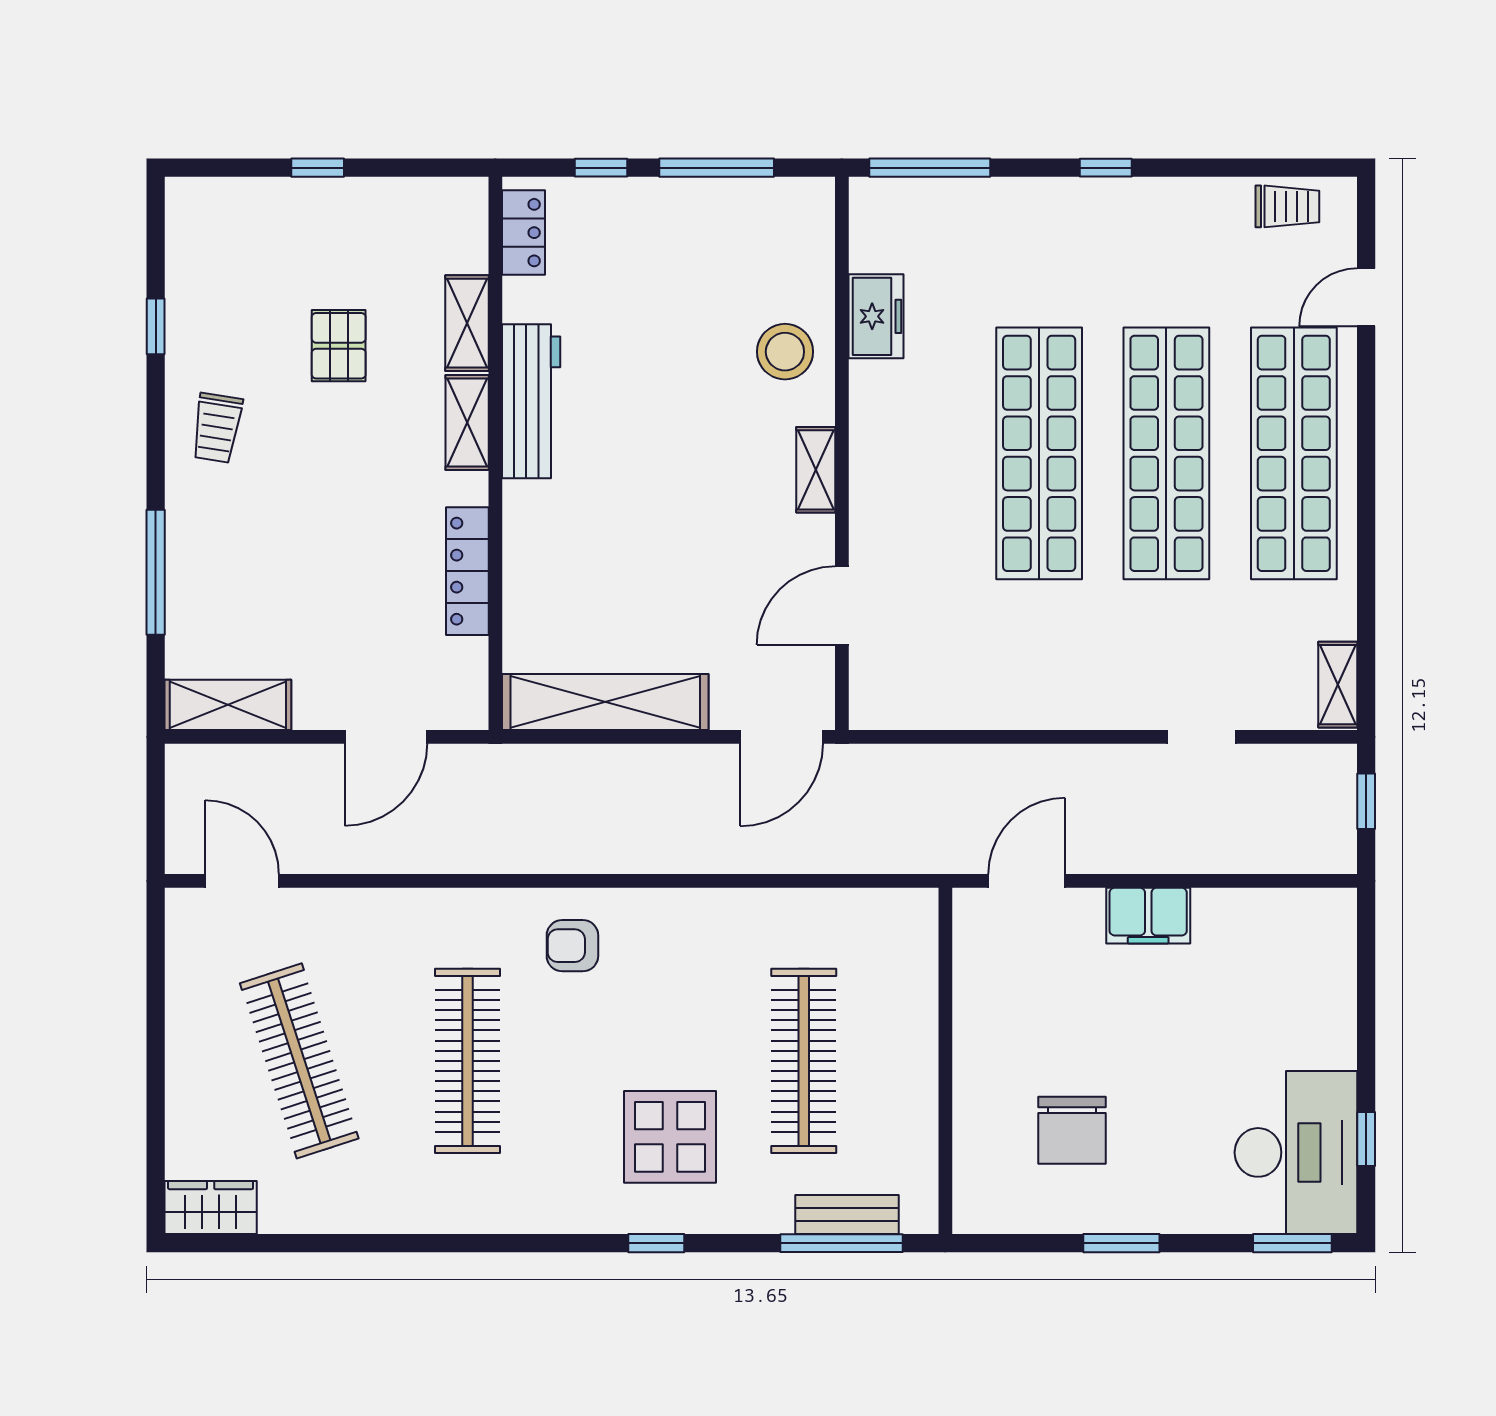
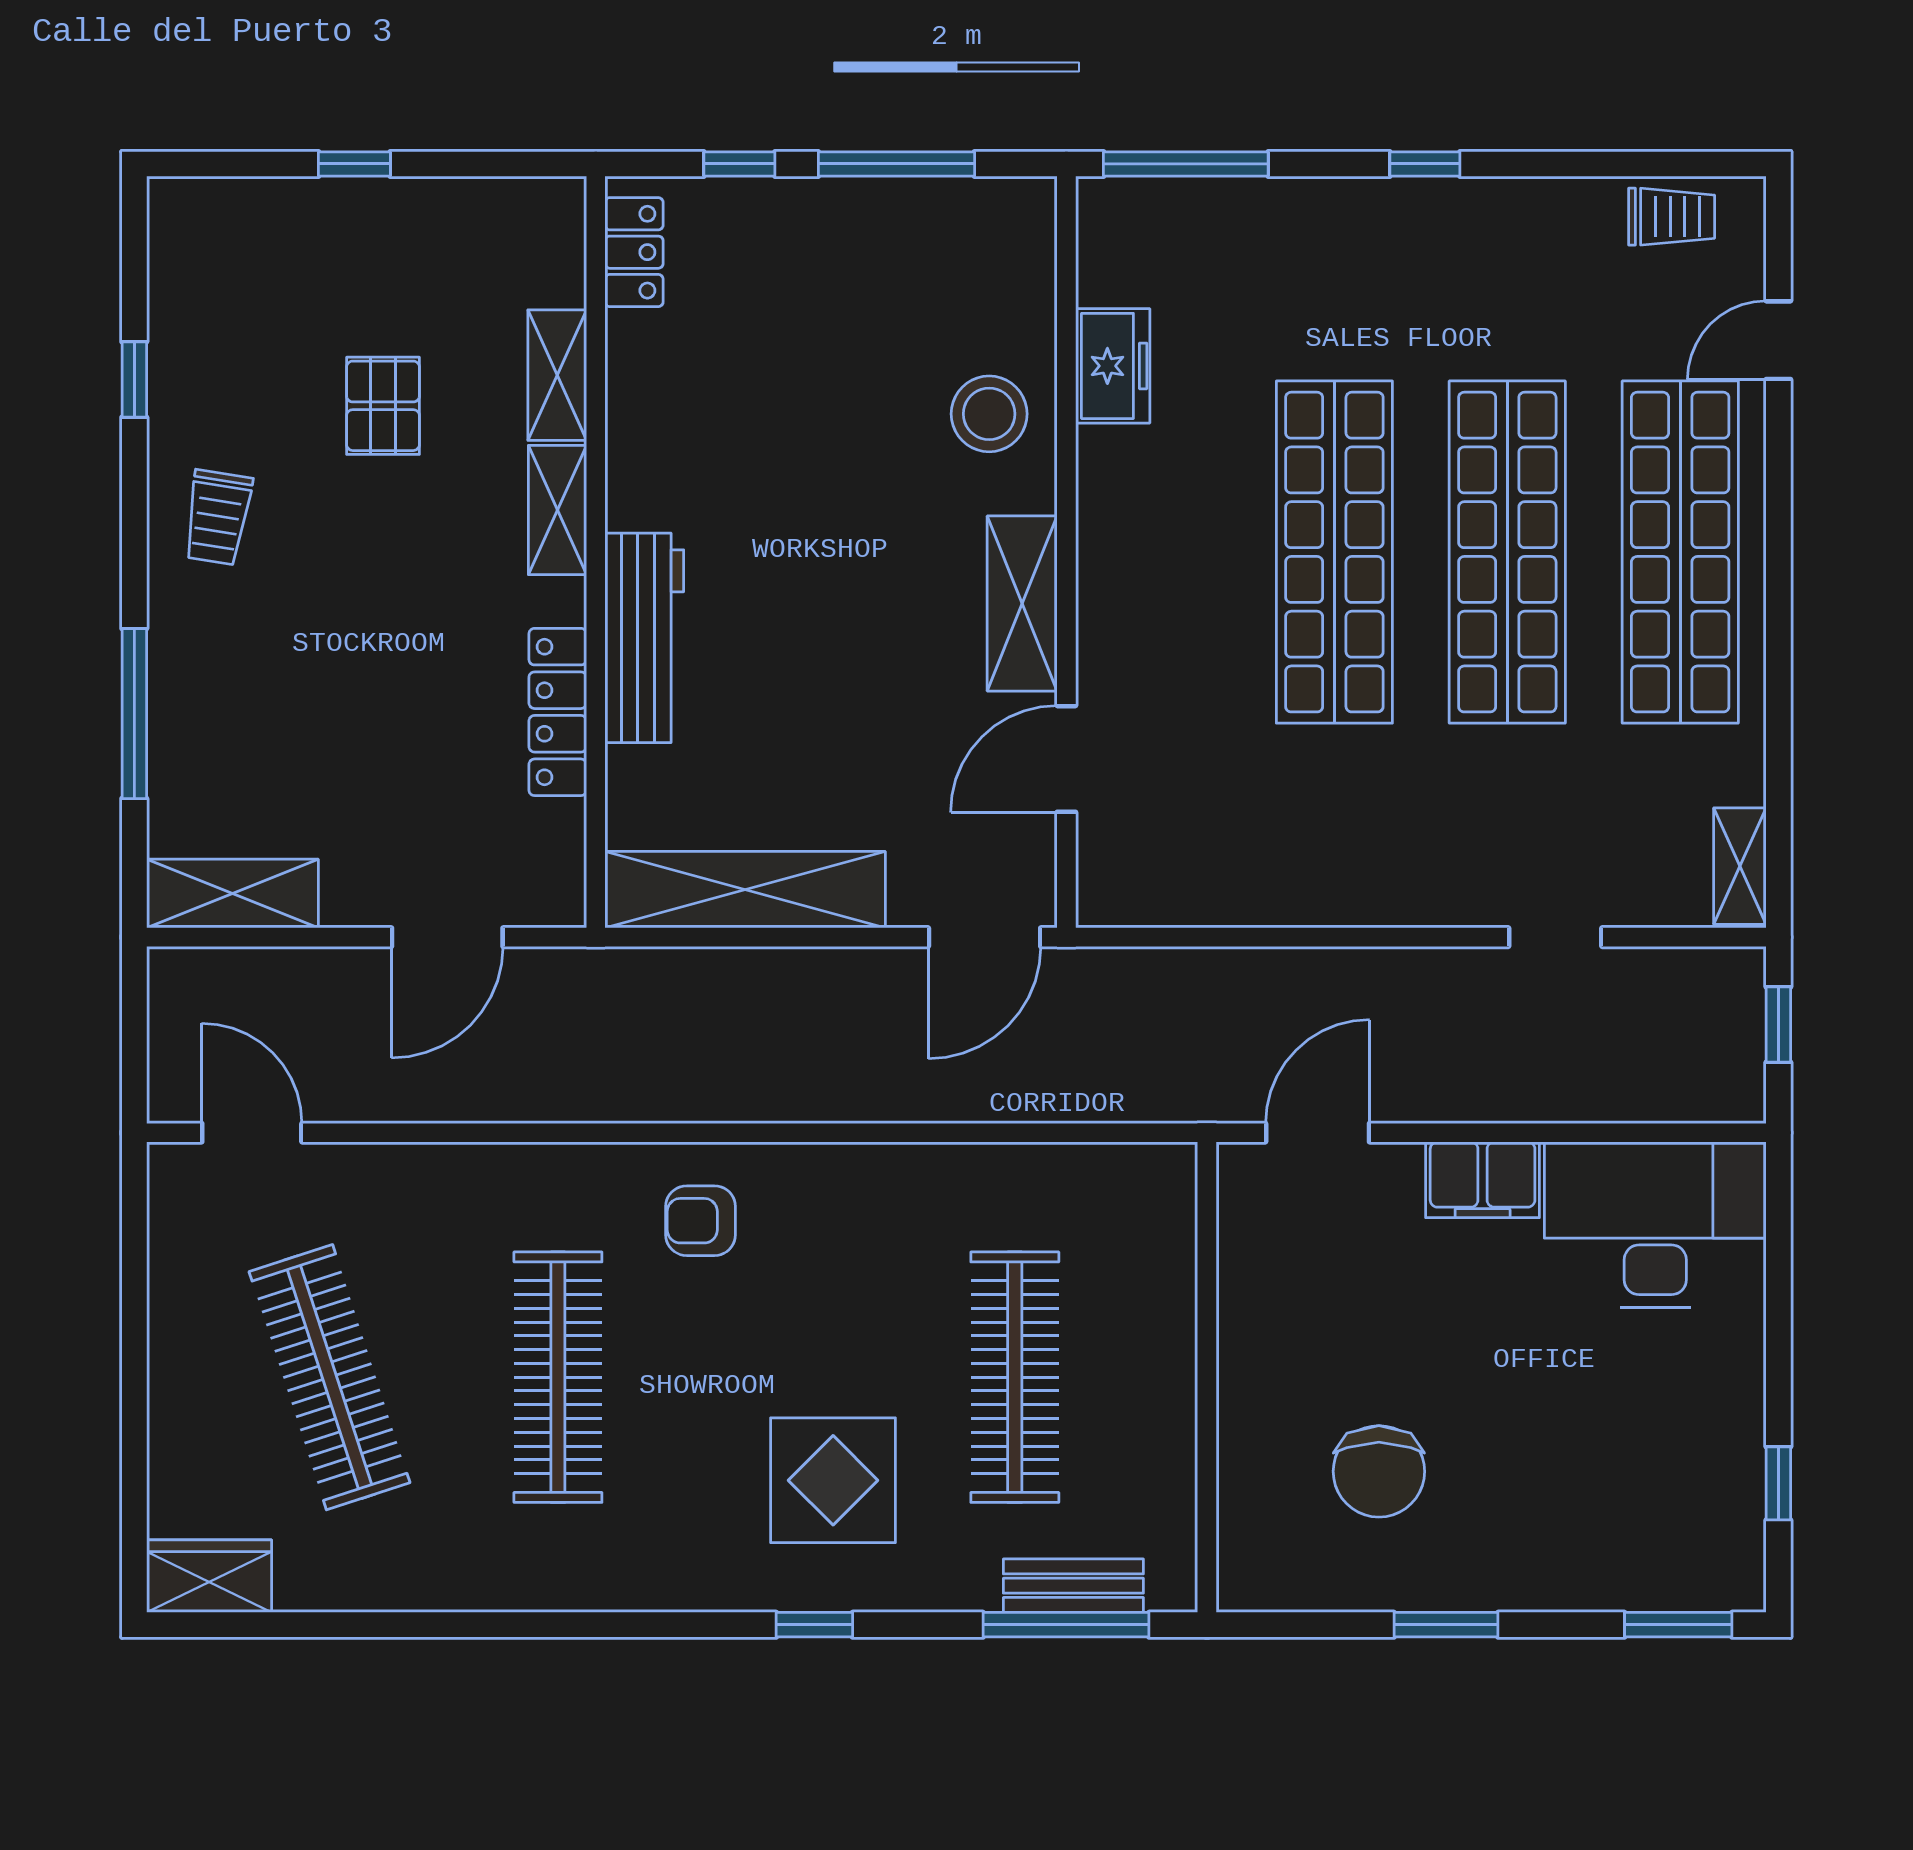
workbench: (531, 401) -> (644, 638), moved
shelving: (816, 470) -> (1022, 603), width x1.50, depth x1.33
desk: (1296, 1152) -> (1655, 1225), moved, turned -90

